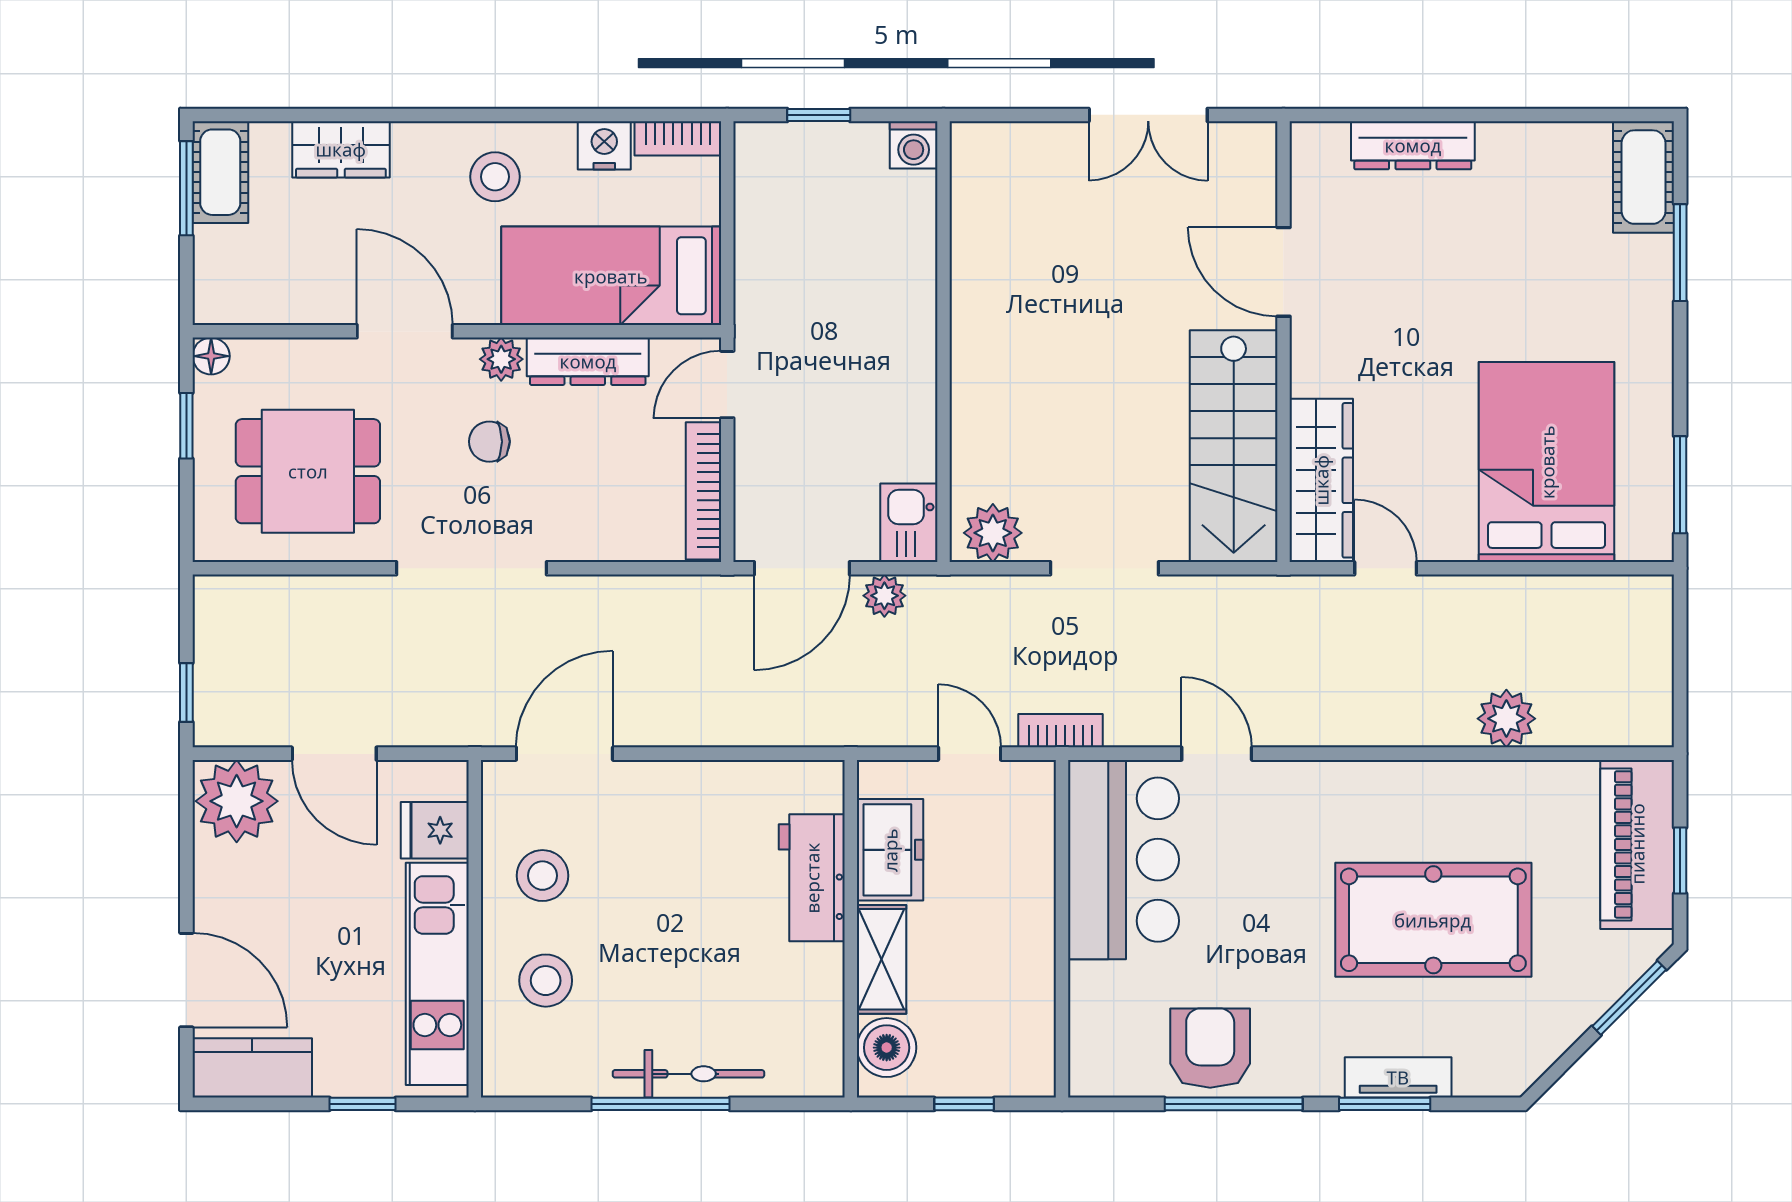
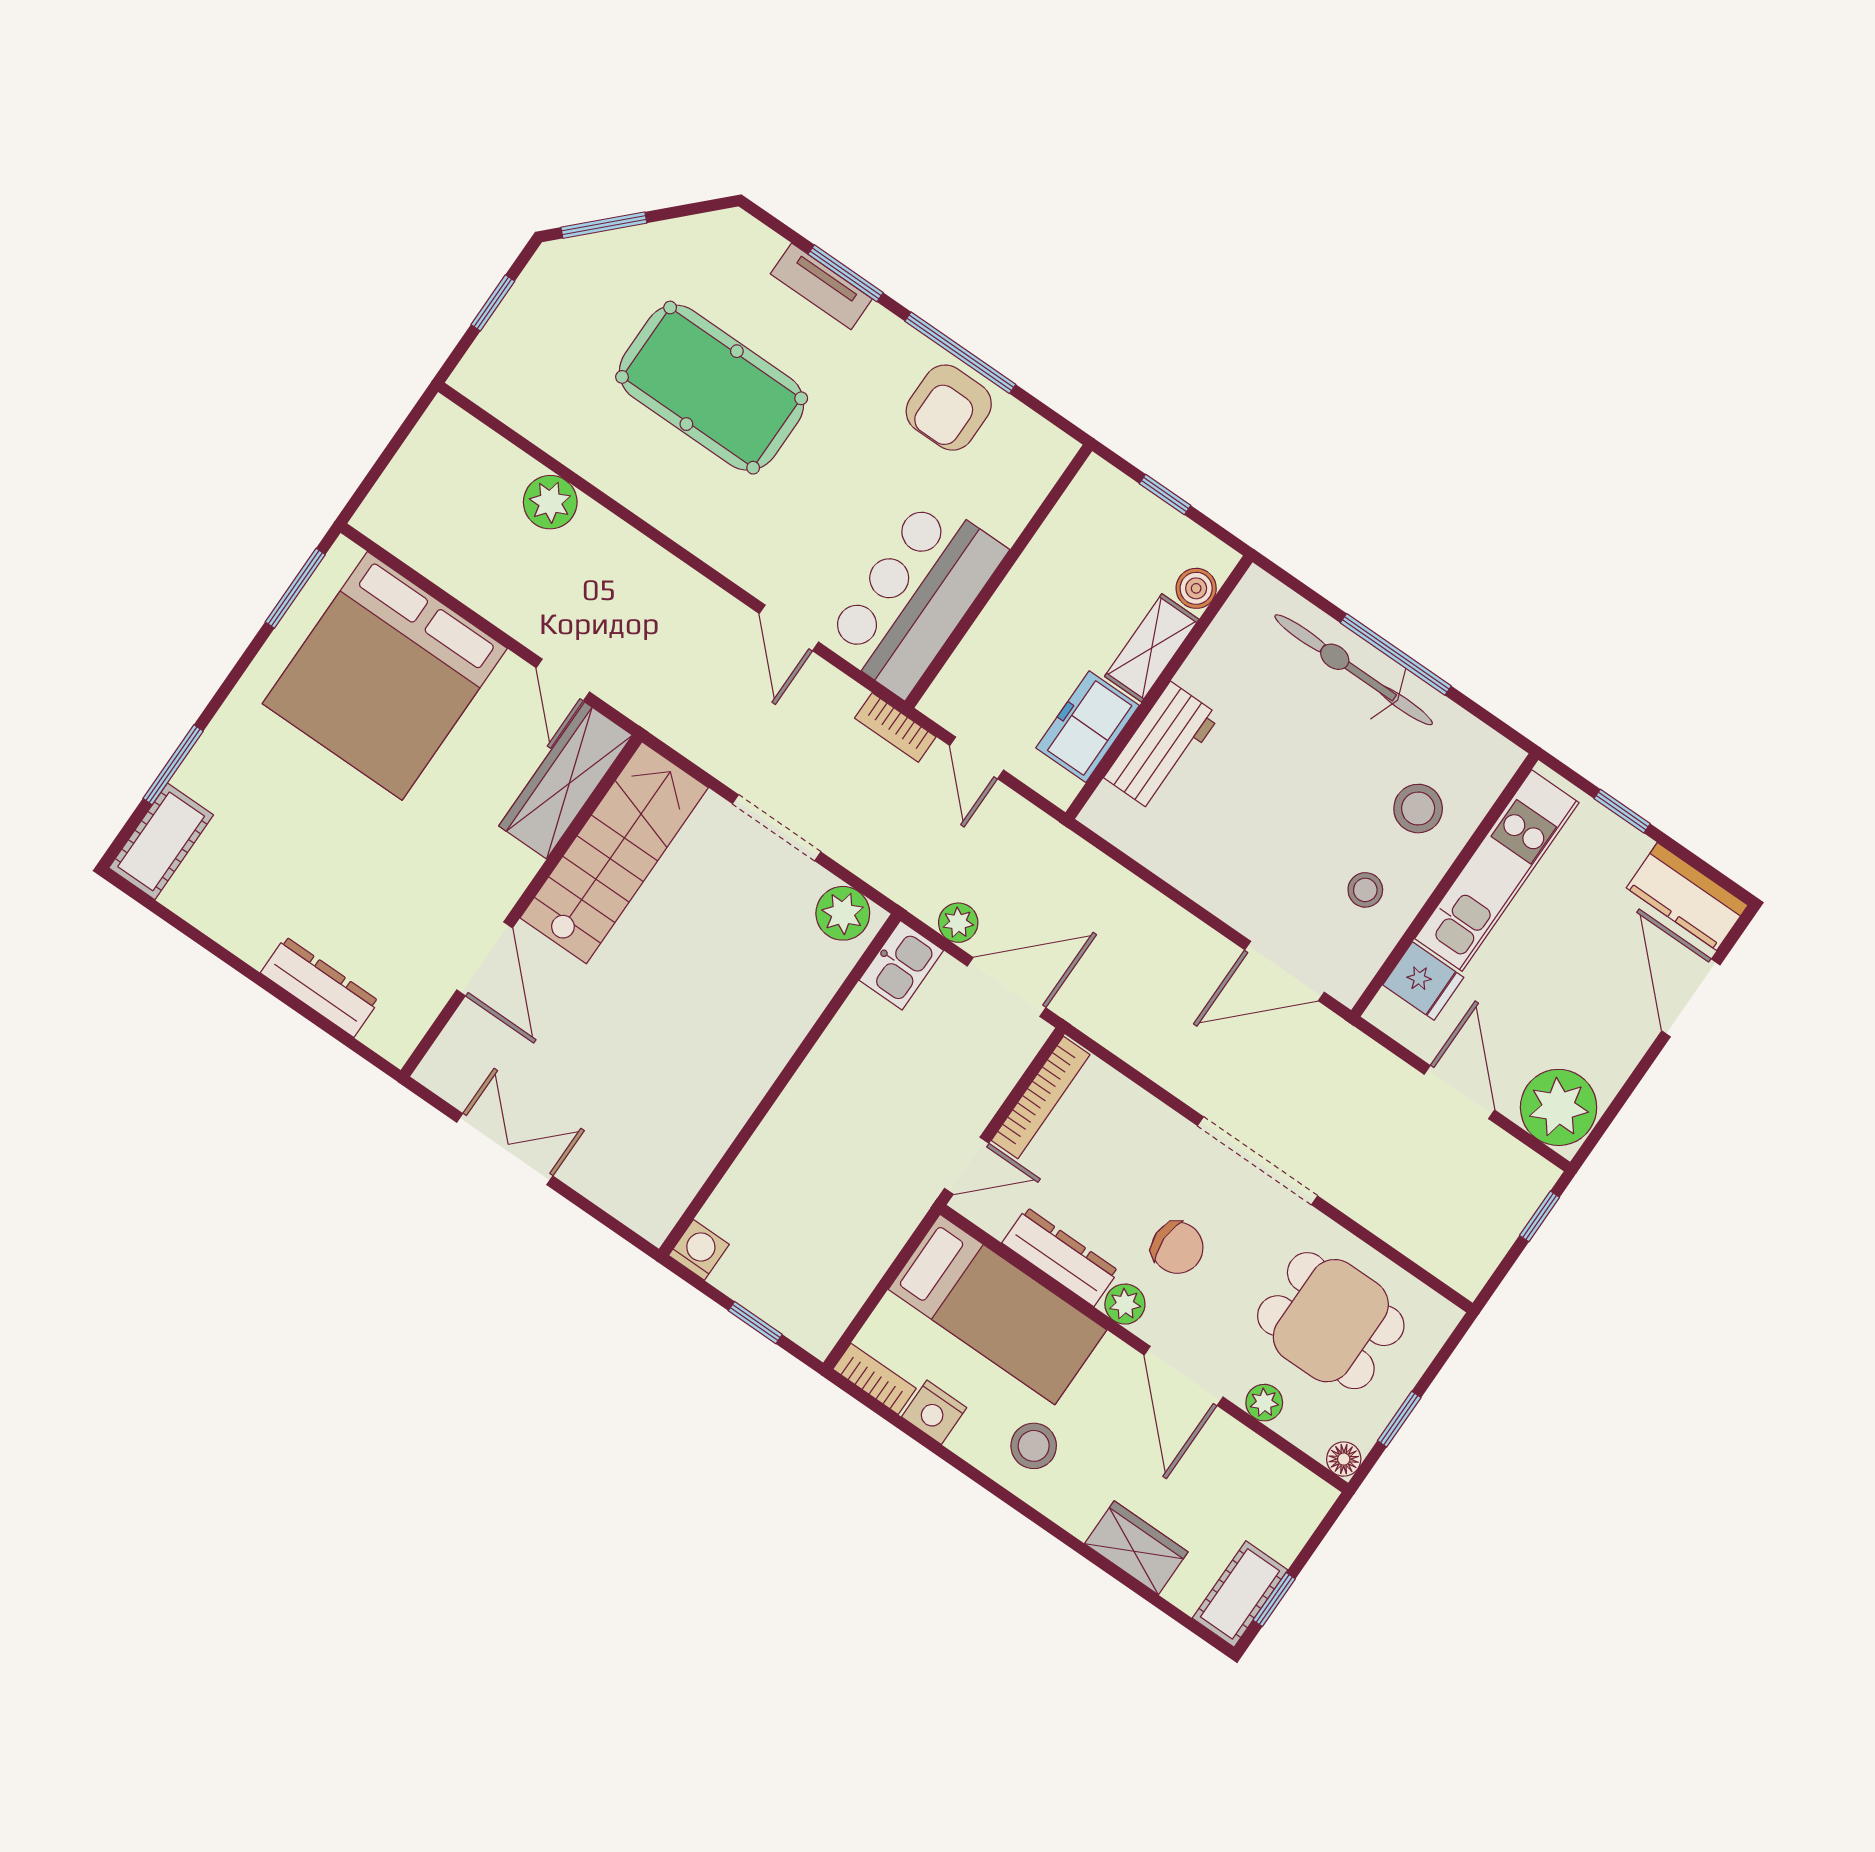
window: (186, 188) -> (1274, 1600), width x0.67
plant: (317, 357) -> (1264, 1403), added
chair: (489, 442) -> (1177, 1248), width x1.37, depth x1.37
bed: (1547, 462) -> (385, 676), width x1.36
piano: (1637, 844) -> (517, 338), removed
stool: (542, 876) -> (1365, 890), width x0.73, depth x0.73
boiler: (887, 1048) -> (1196, 588), width x0.73, depth x0.73
bicycle: (688, 1074) -> (1354, 670), width x1.37, depth x1.40

